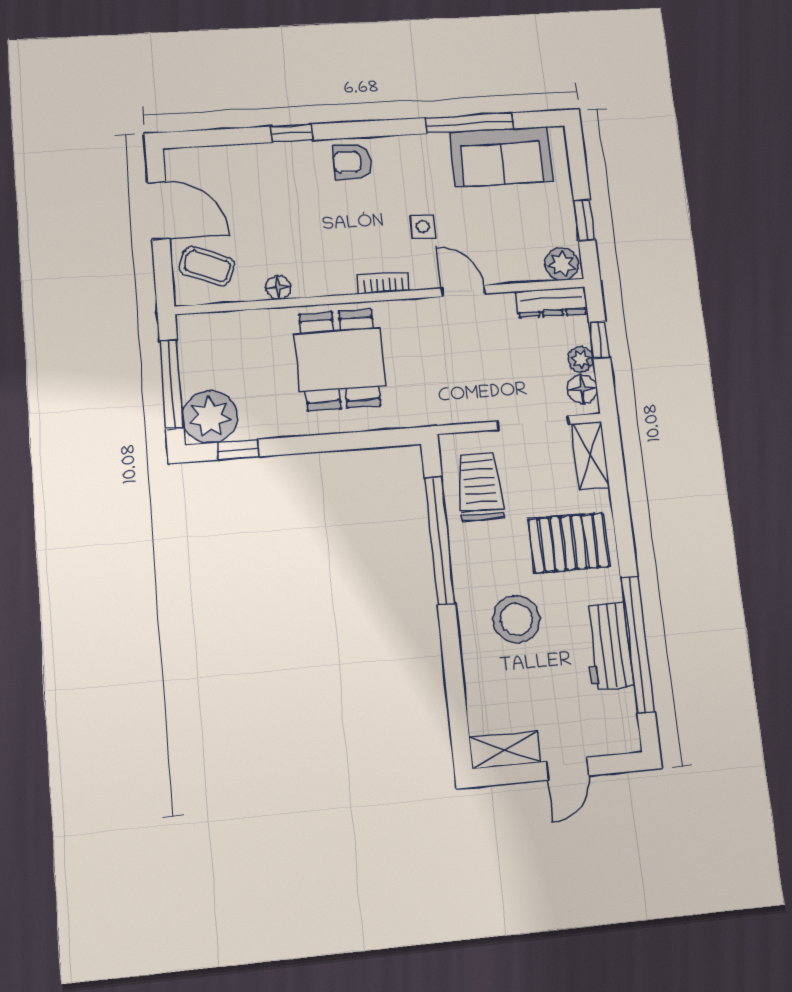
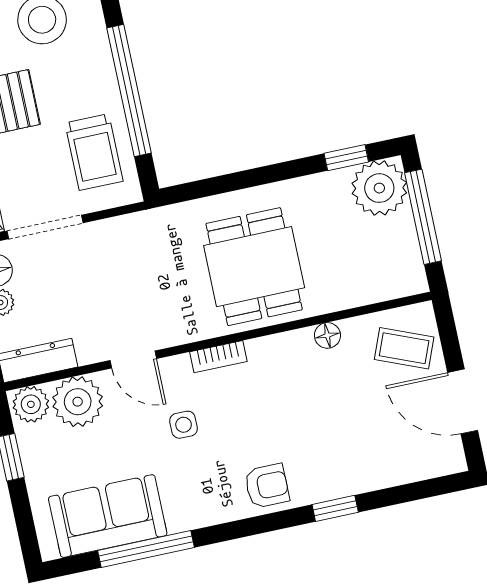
plant: (518, 261) -> (78, 402), added

